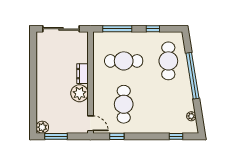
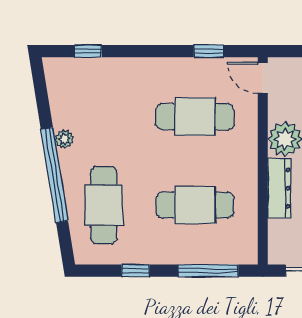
dresser: (82, 74) -> (279, 188), width x1.44
cafe table: (124, 104) -> (195, 117), turned 90
plant: (191, 116) -> (64, 139), moved

